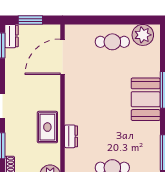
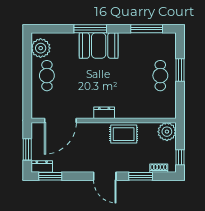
door: (62, 57) -> (60, 120), hinge flipped
dresser: (71, 136) -> (104, 113), moved

